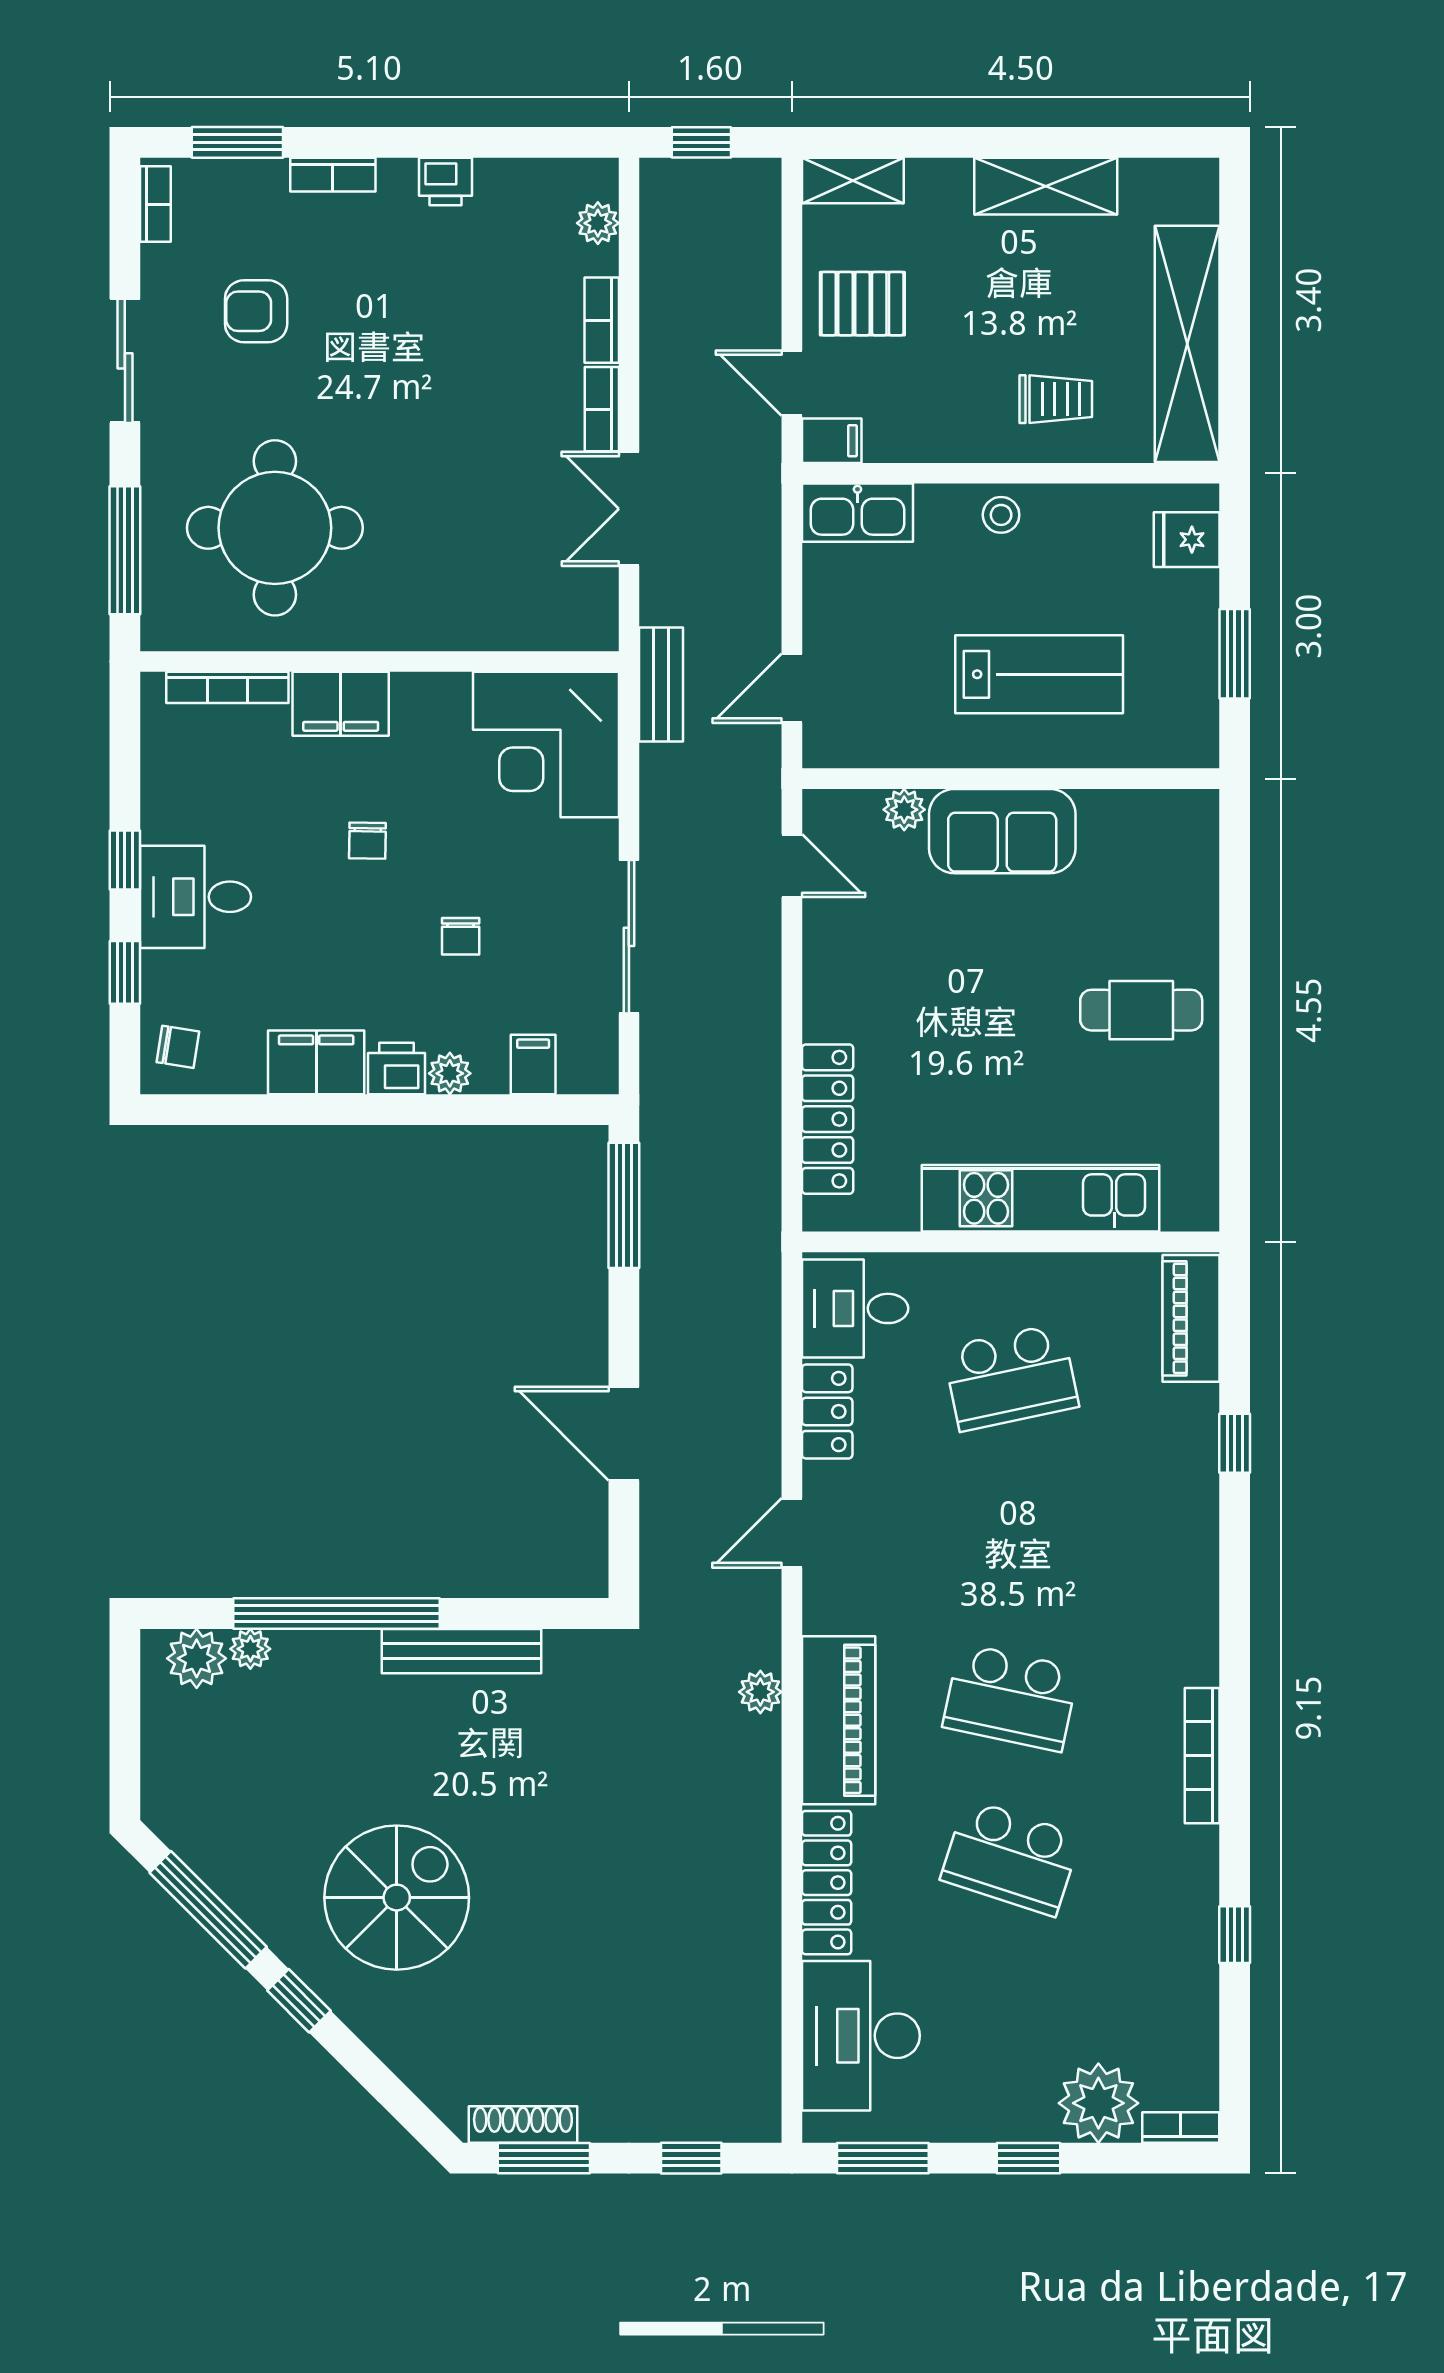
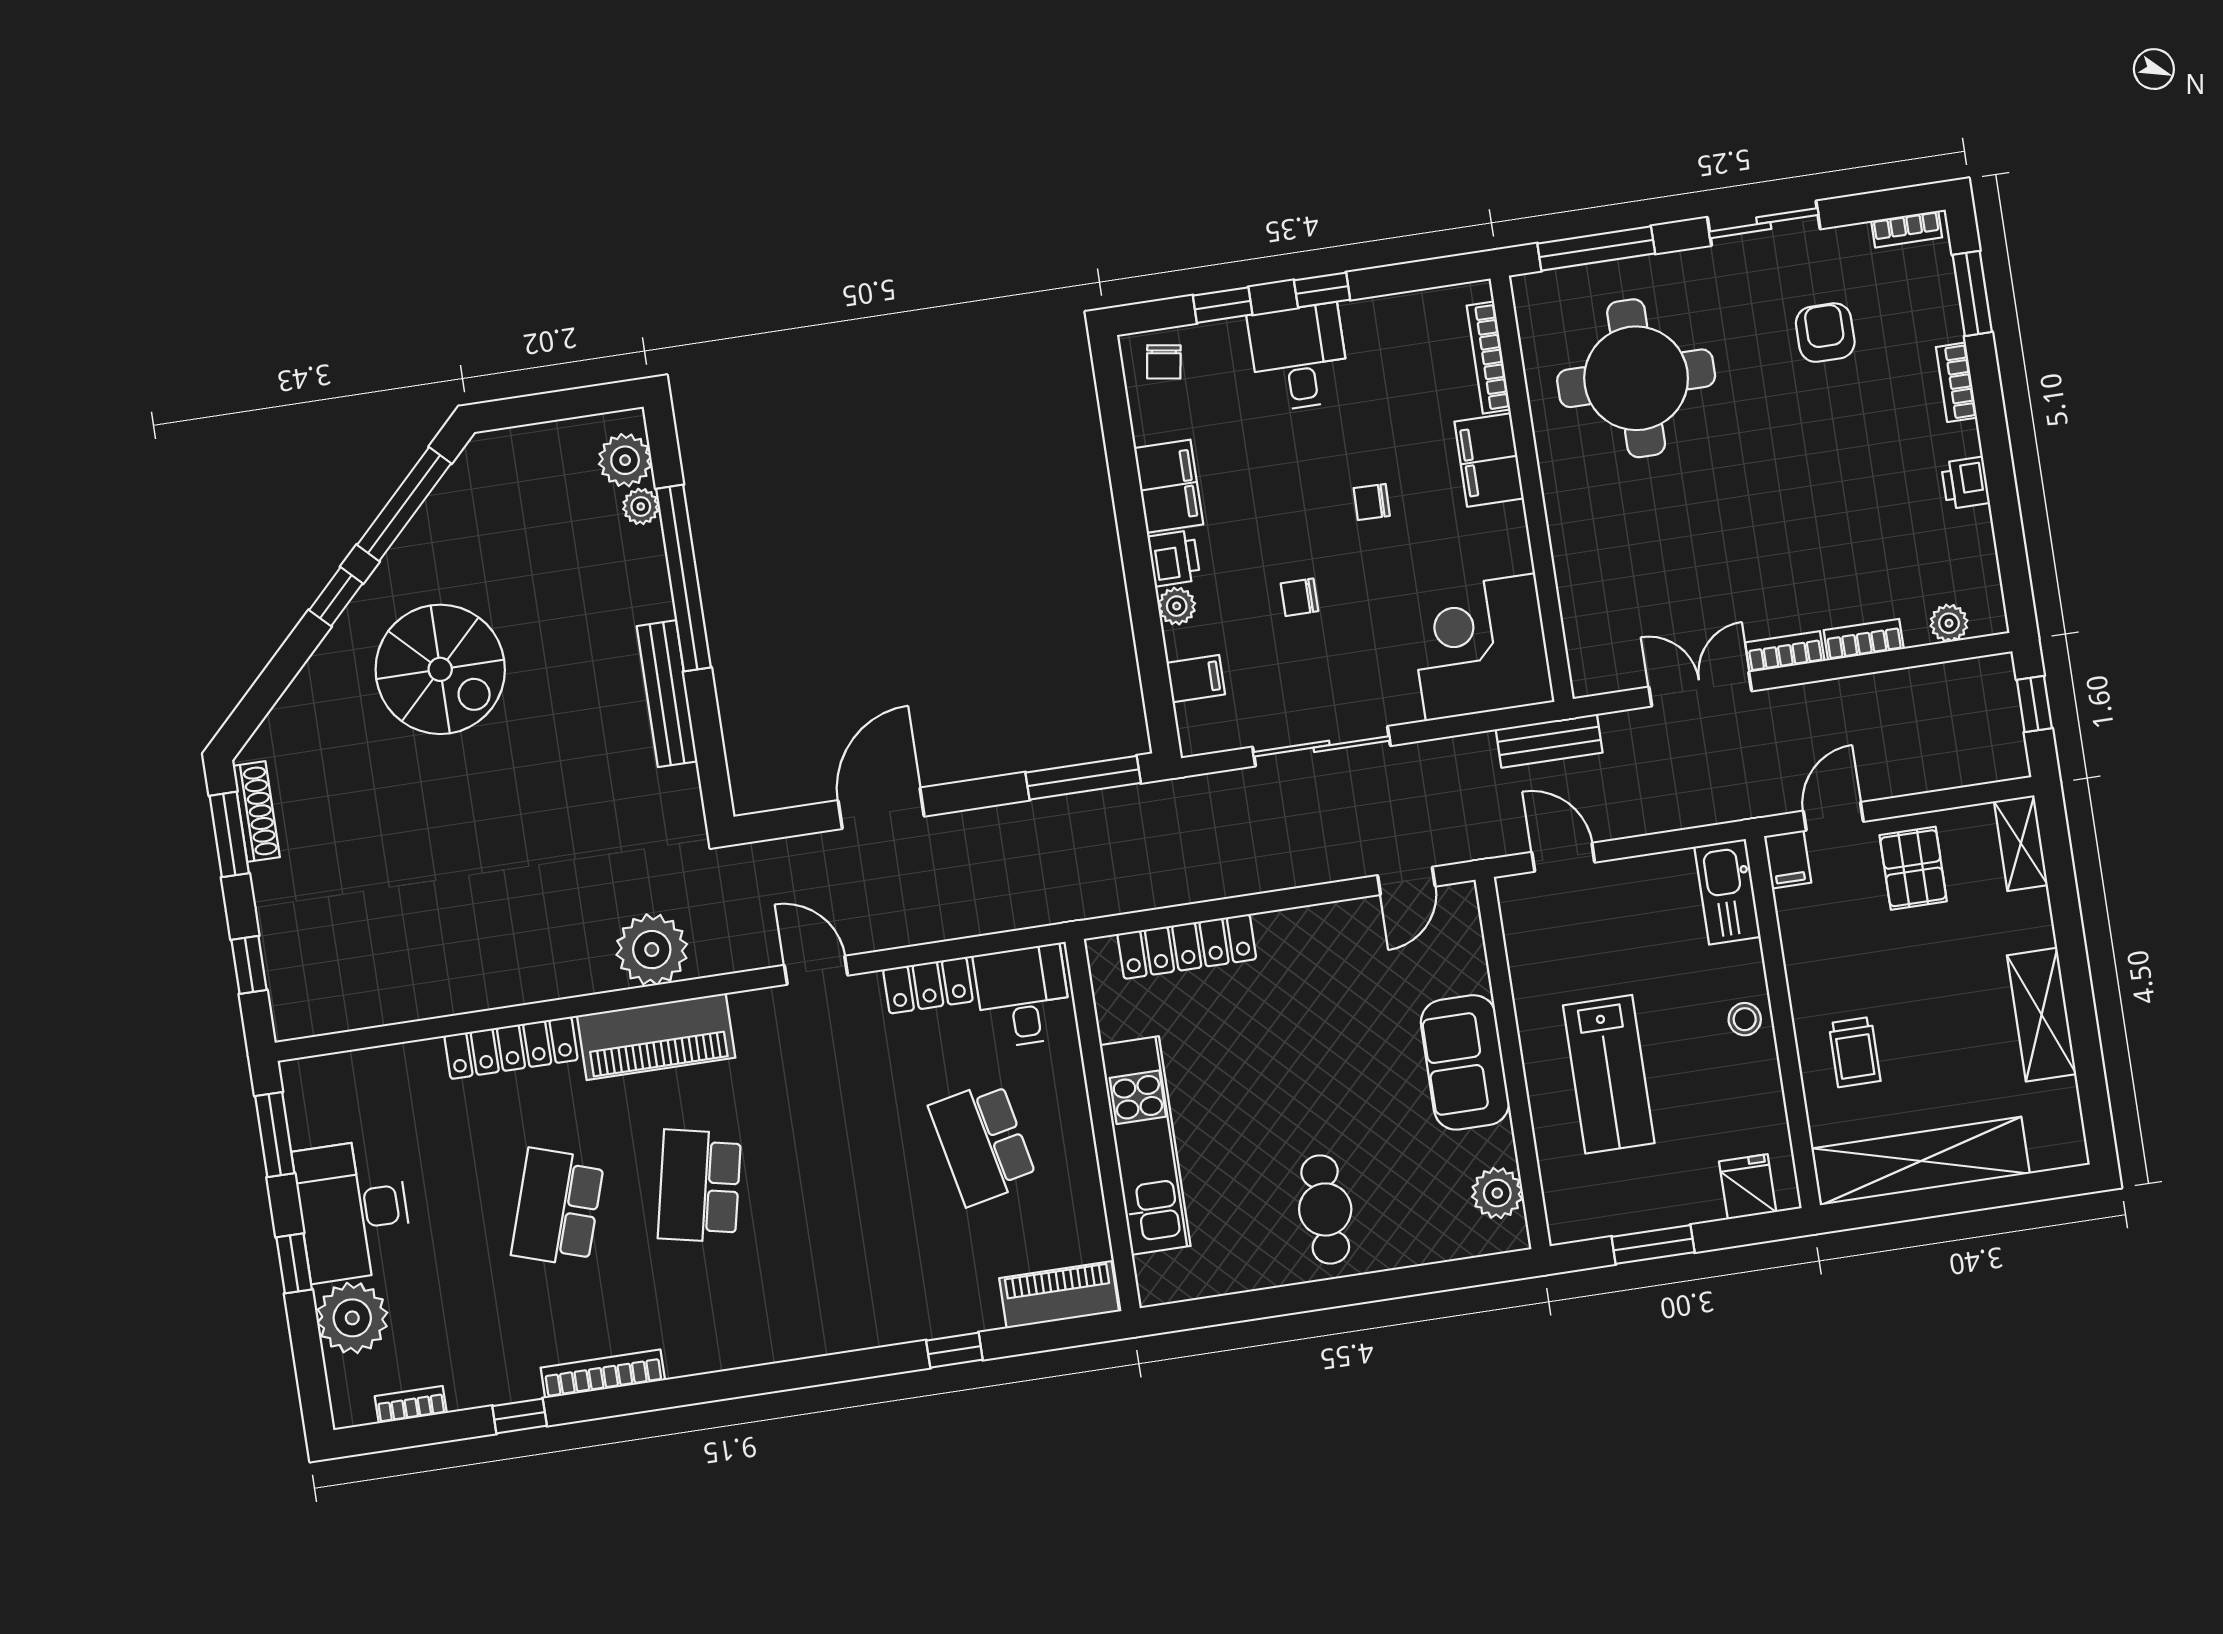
plant: (904, 810) -> (1497, 1193), moved, width x1.38, depth x1.38
plant: (760, 1692) -> (652, 950), width x1.88, depth x1.88
bookcase: (1202, 1756) -> (603, 1374), moved
desk: (861, 2036) -> (353, 1210), moved, turned -90
bookcase: (1181, 2128) -> (411, 1405), moved, turned -90

